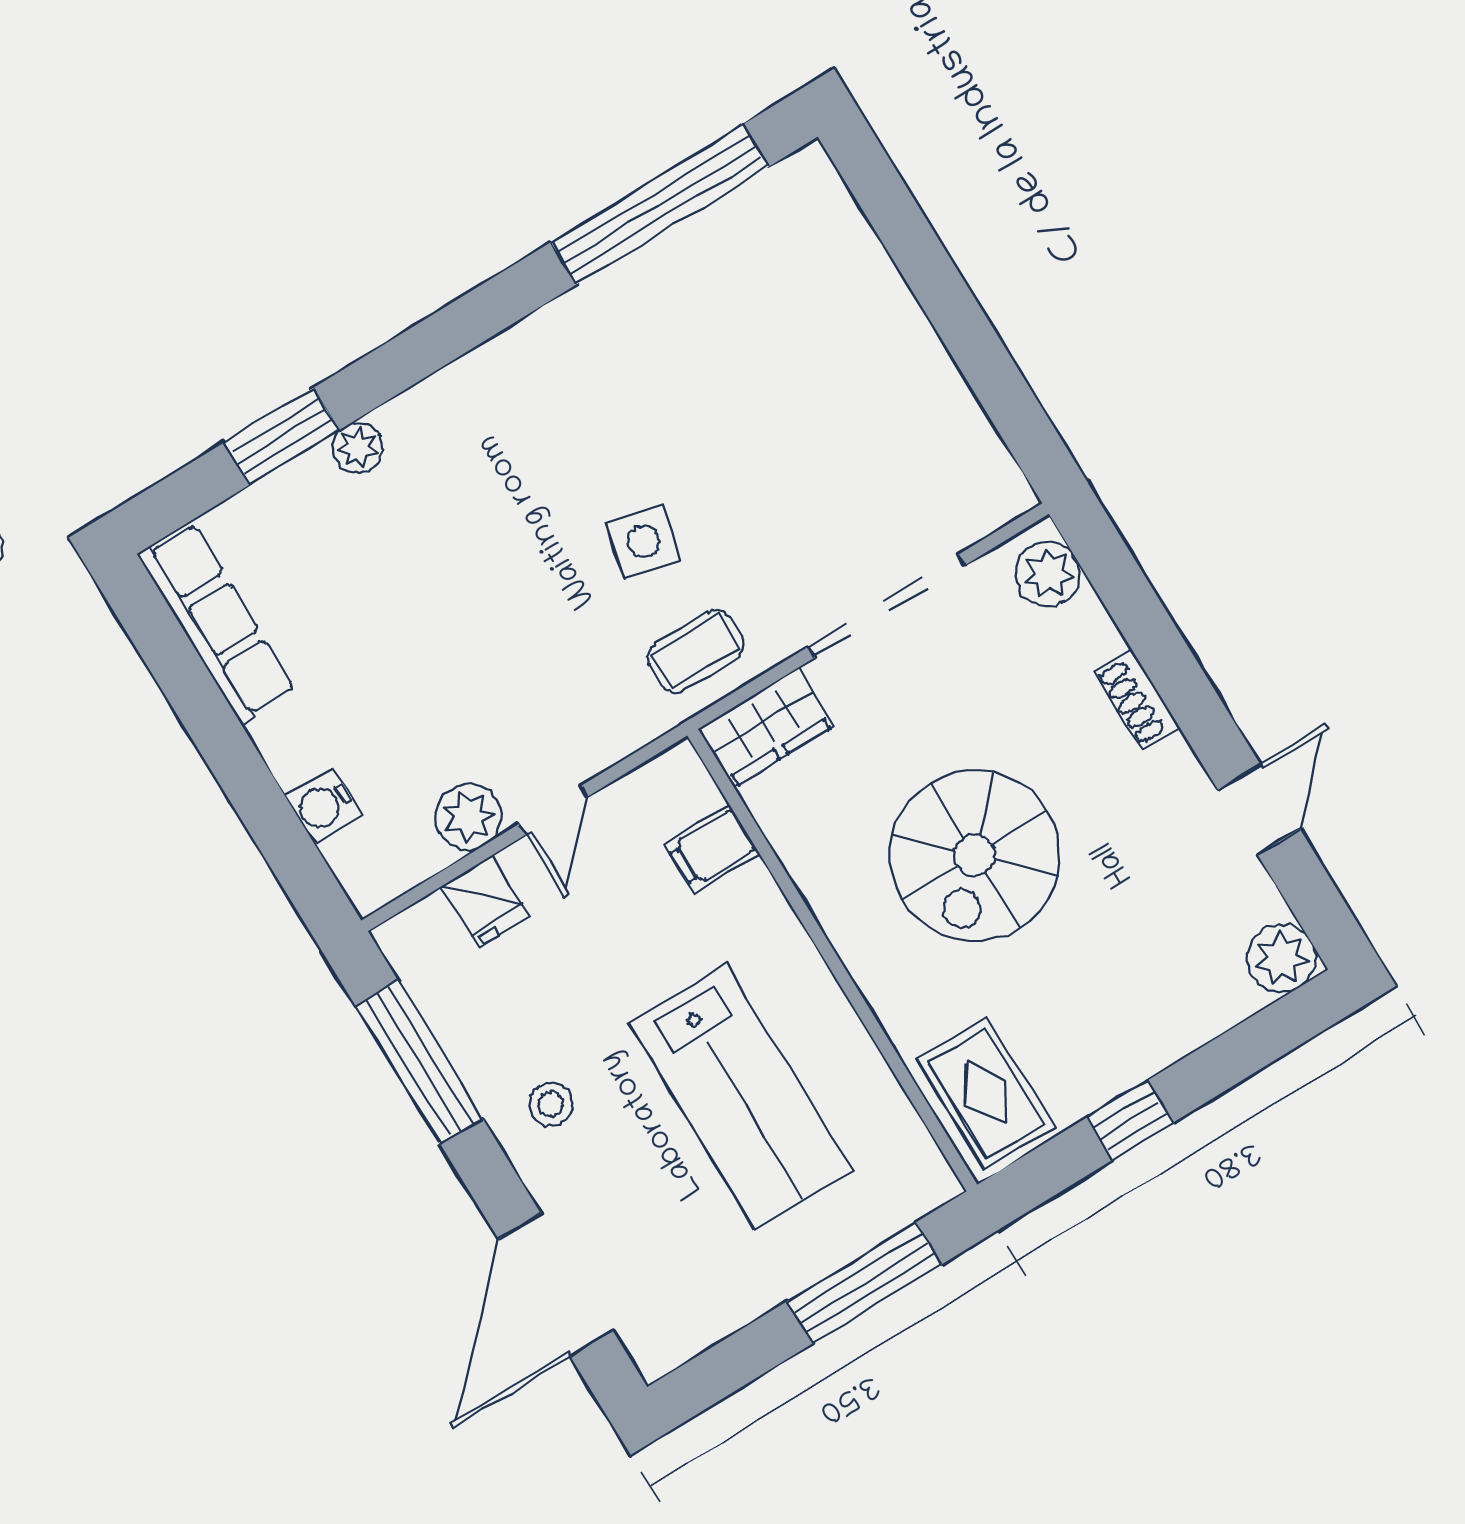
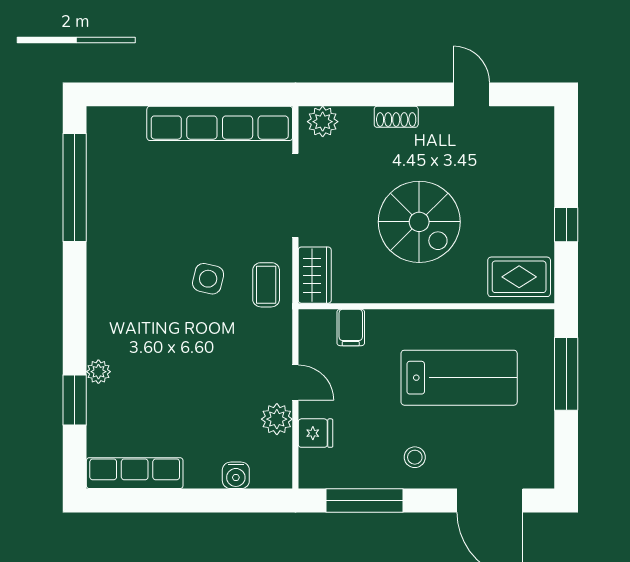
row of seats: (932, 393) -> (220, 123), added
plant: (1281, 958) -> (538, 122), removed

